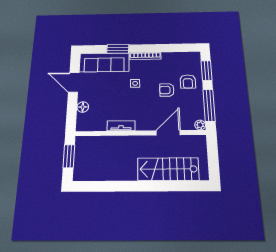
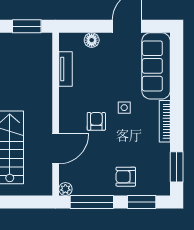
window: (118, 49) -> (177, 167), moved
armchair: (167, 90) -> (96, 121), moved
tv unit: (121, 126) -> (66, 69), moved
door: (168, 133) -> (56, 149), hinge flipped

